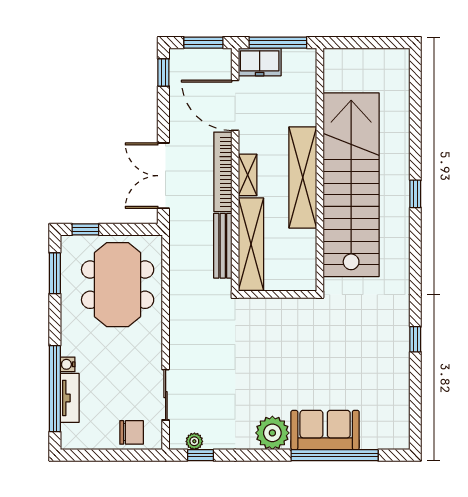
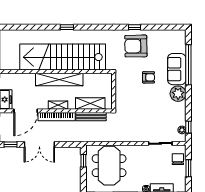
double door: (163, 176) -> (39, 144), moved
window: (85, 229) -> (83, 161), moved
shelving: (251, 244) -> (90, 104), width x0.68
meeting table: (118, 285) -> (109, 166), turned 90
armchair: (375, 342) -> (136, 46), added
armchair: (307, 369) -> (149, 77), added
window: (112, 455) -> (188, 168), added

